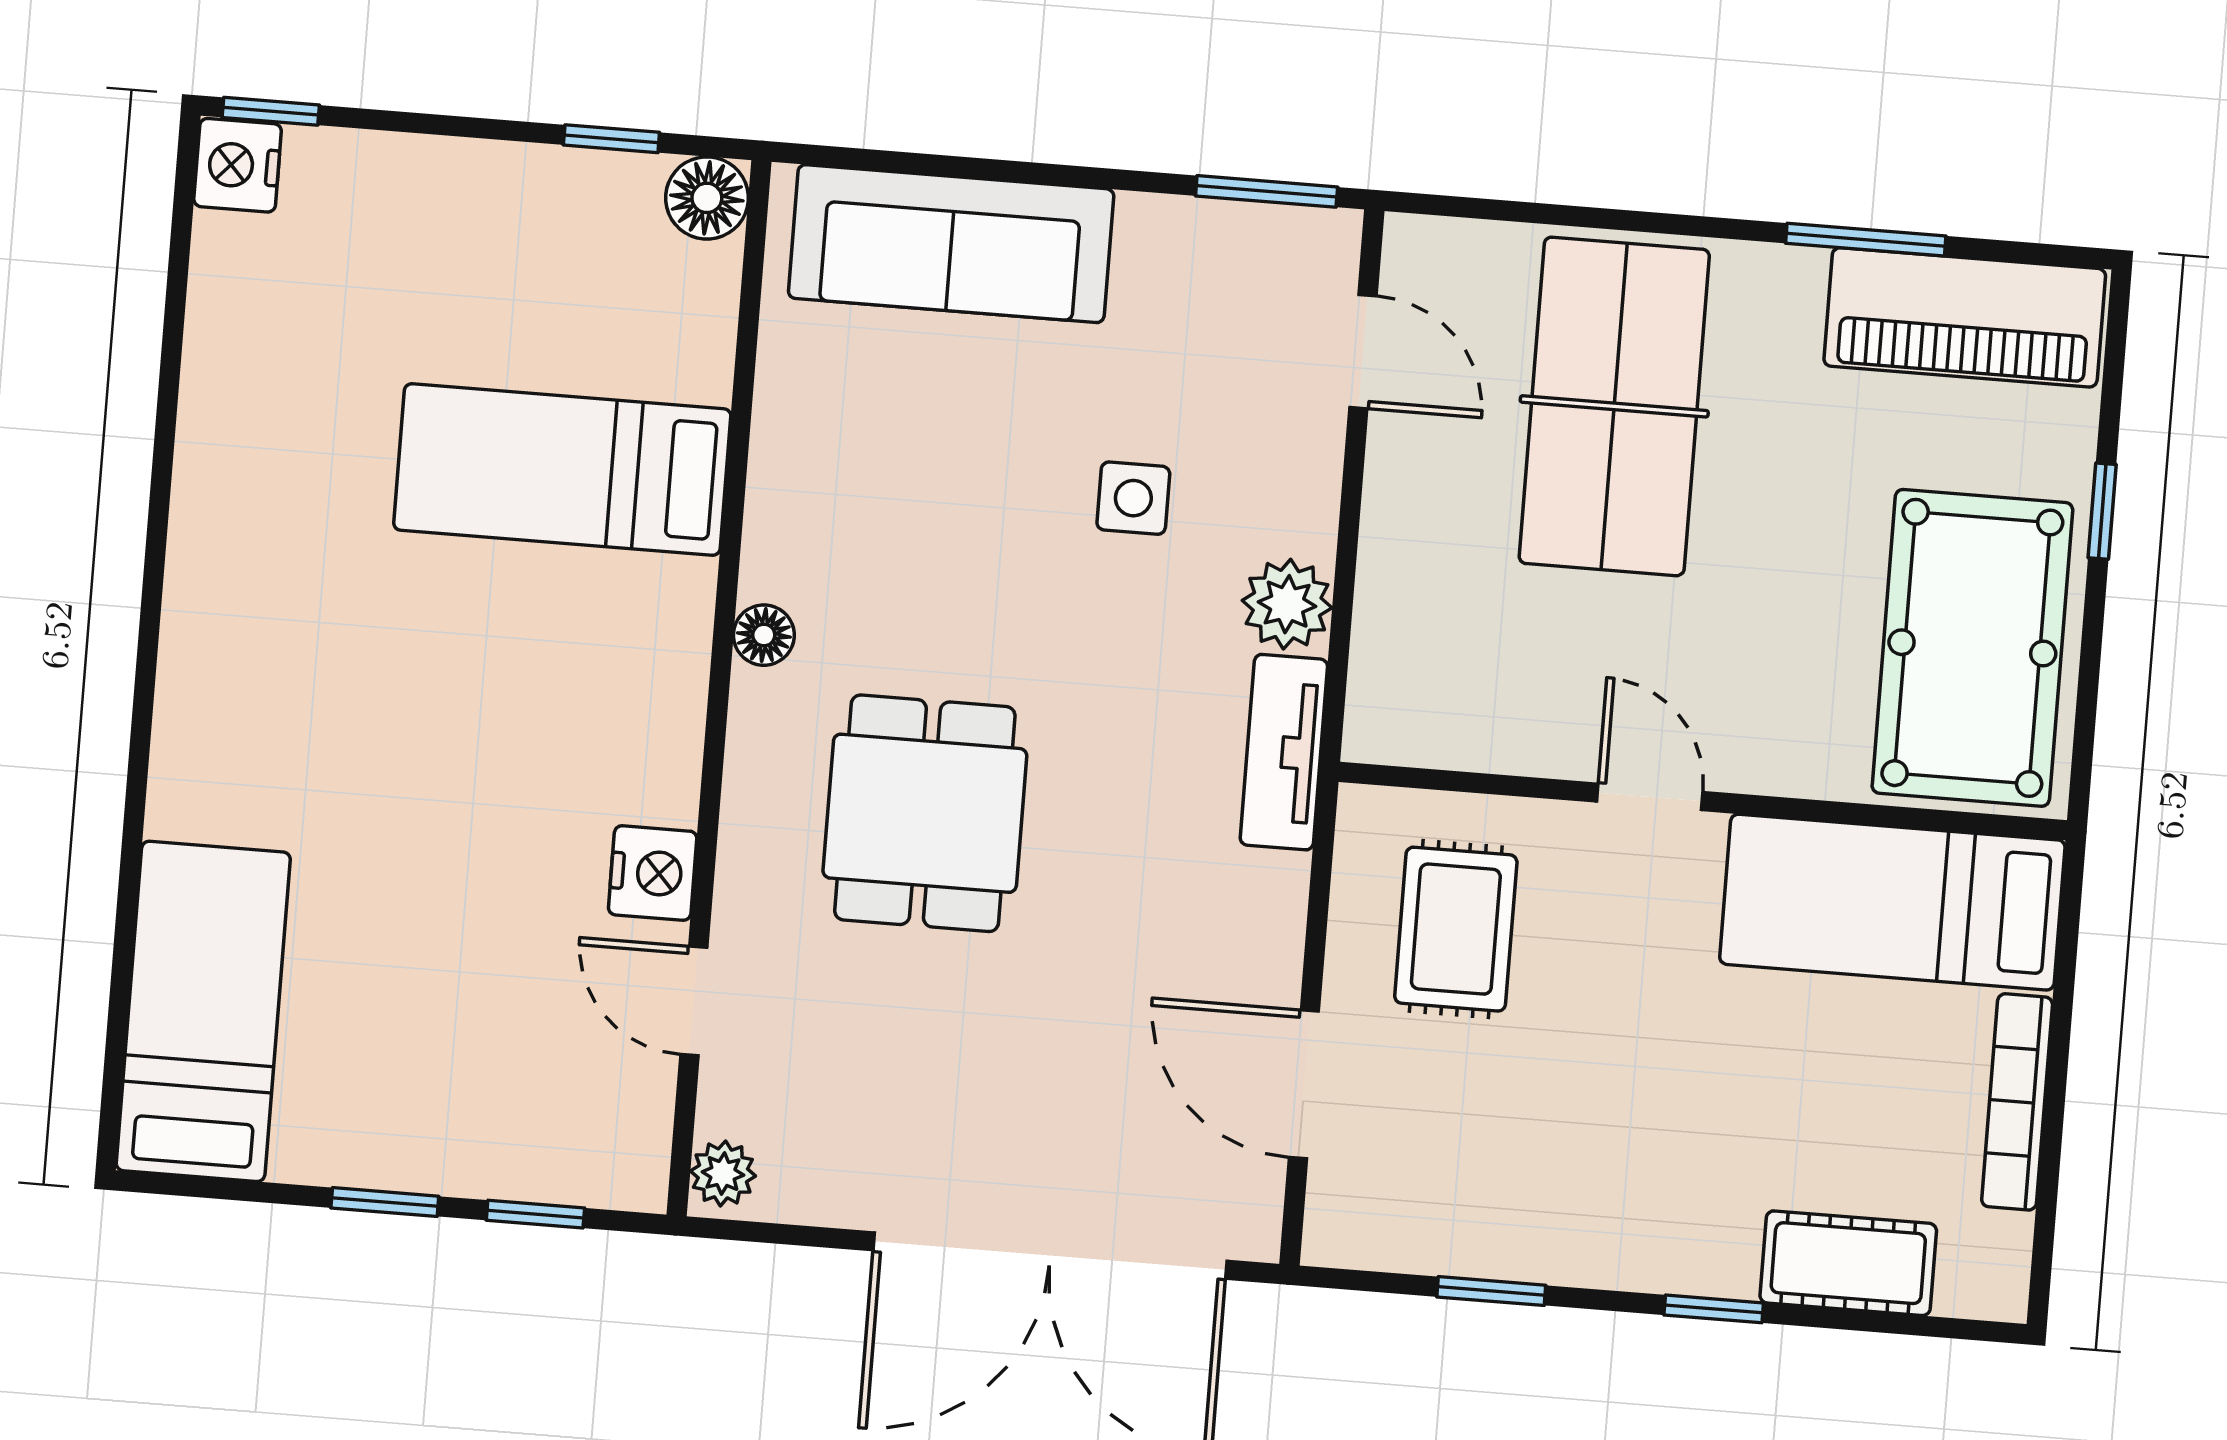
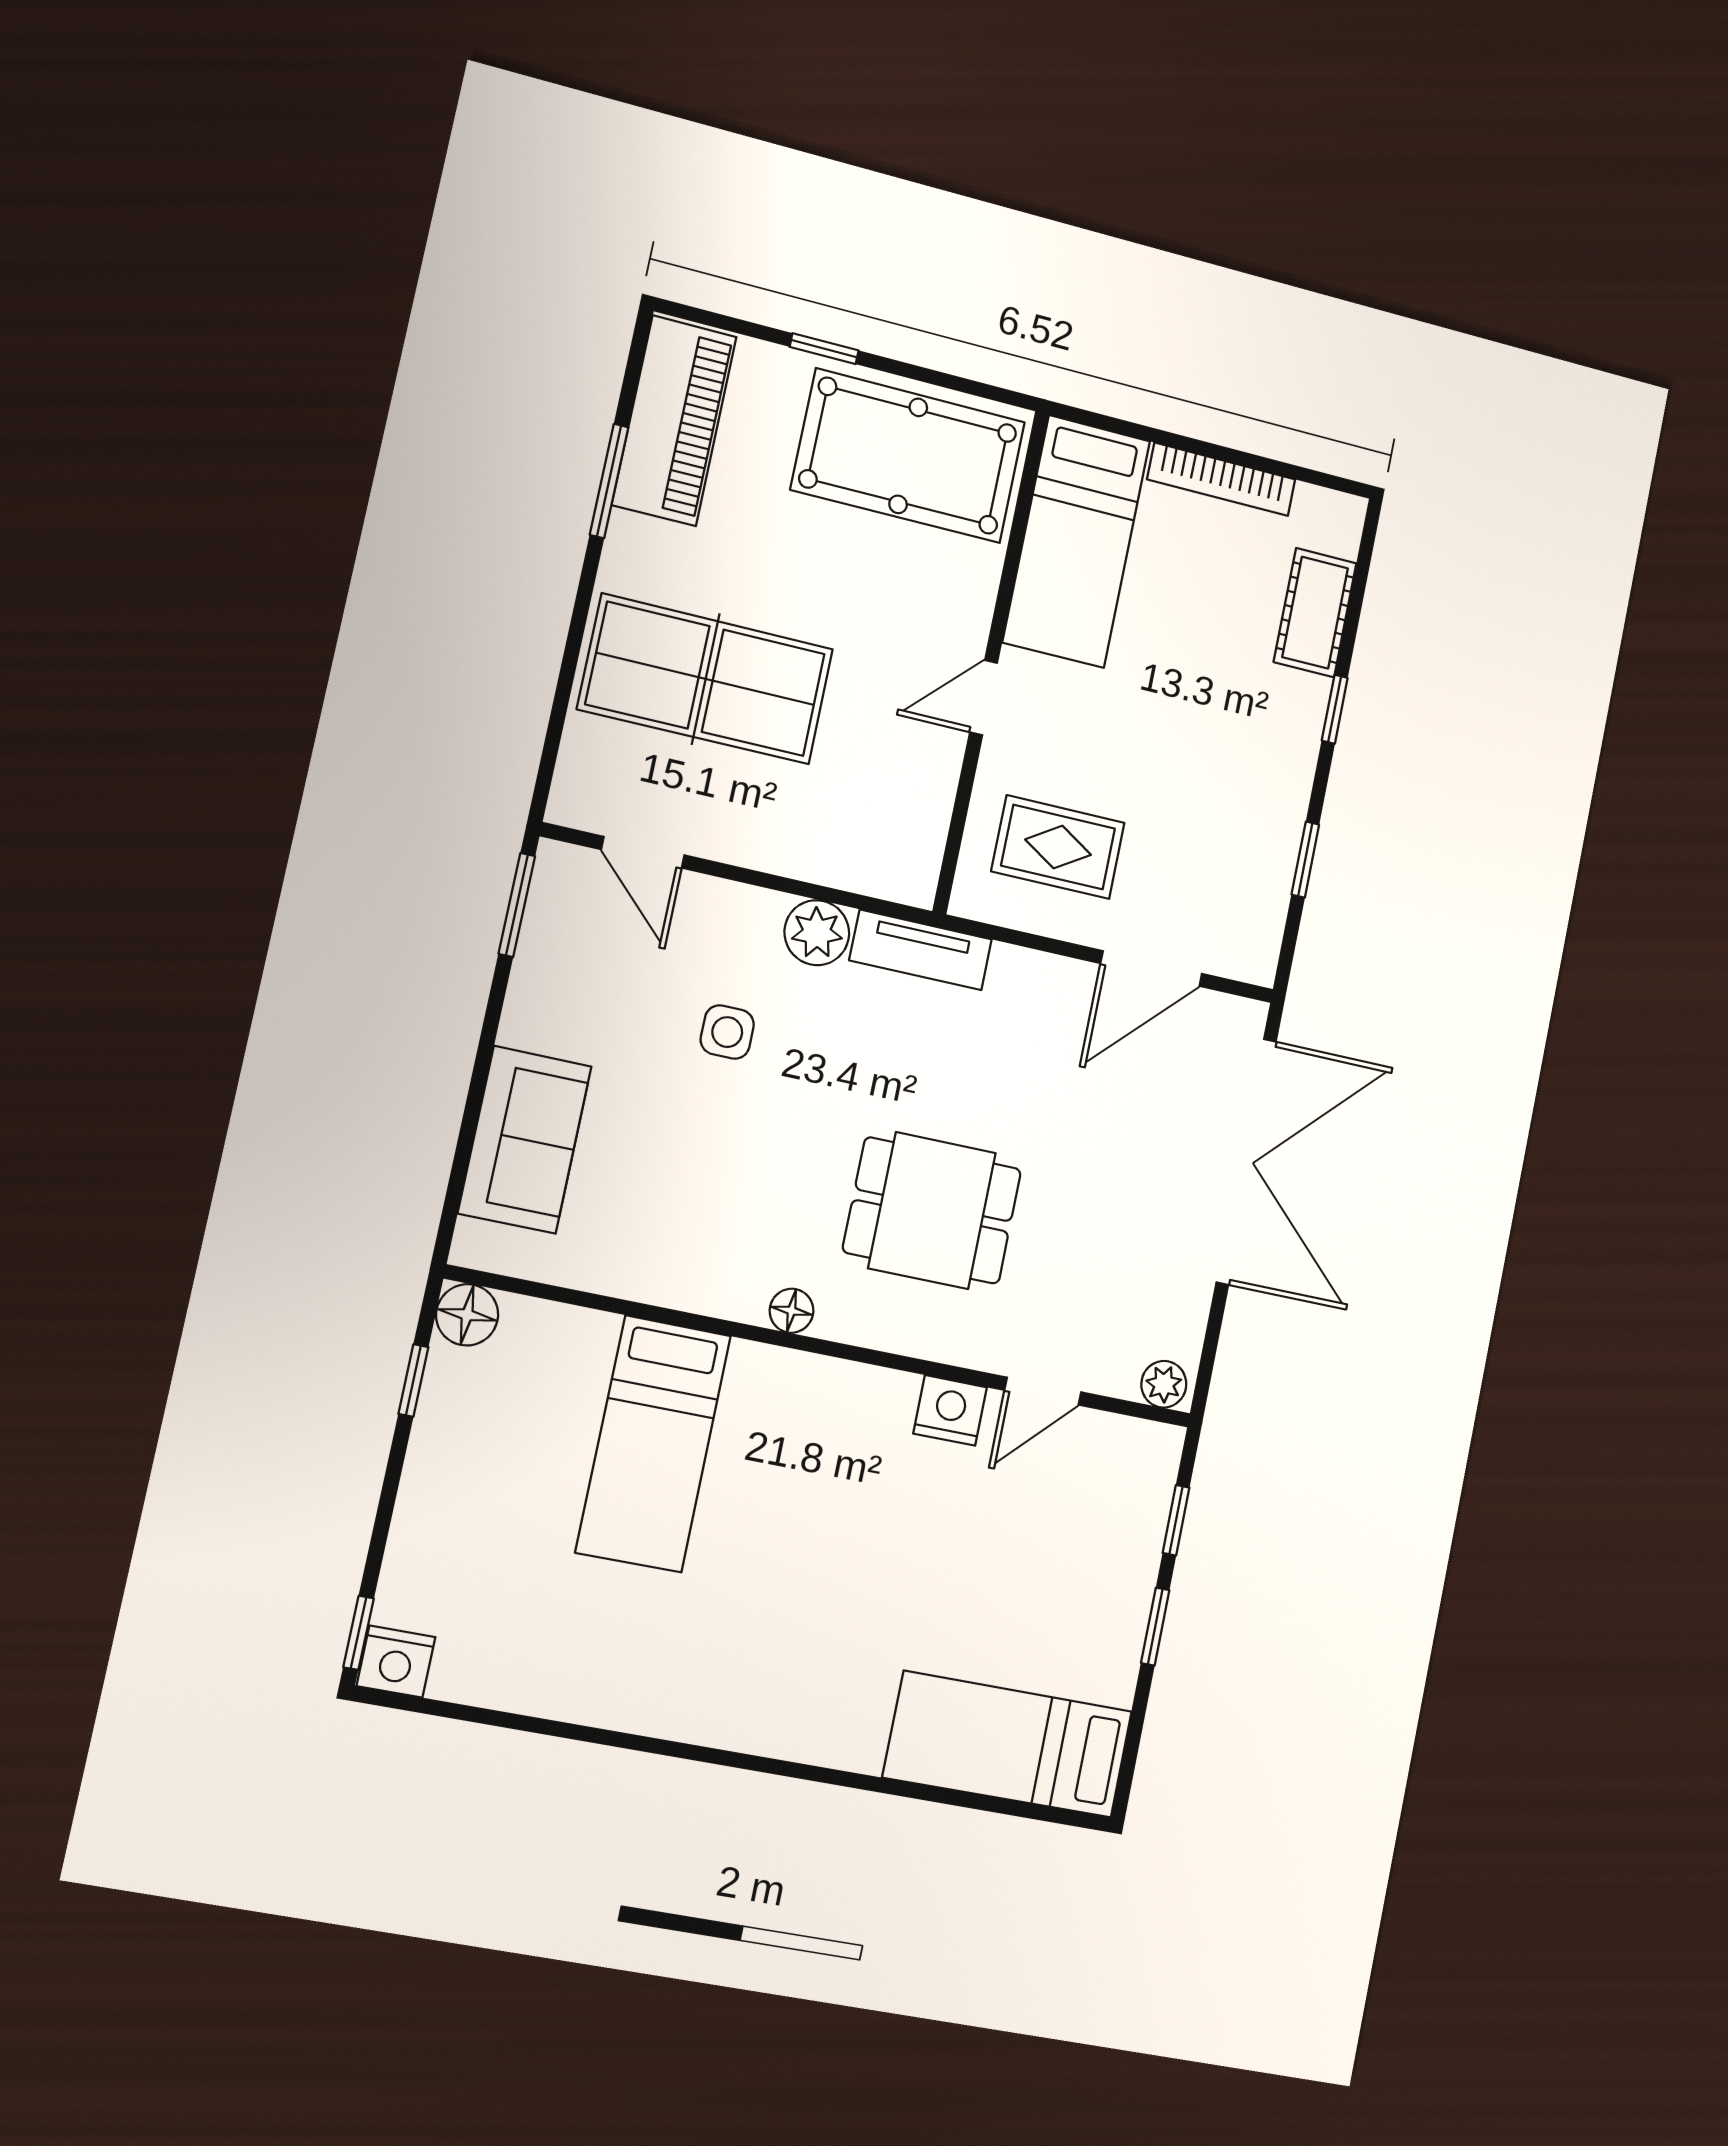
sofa: (951, 244) -> (525, 1140), width x0.73
door: (1363, 352) -> (643, 852), swing flipped

